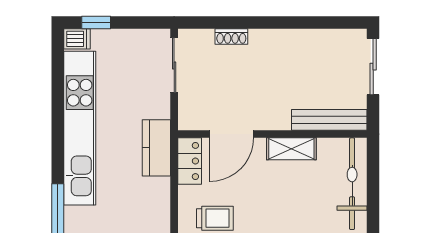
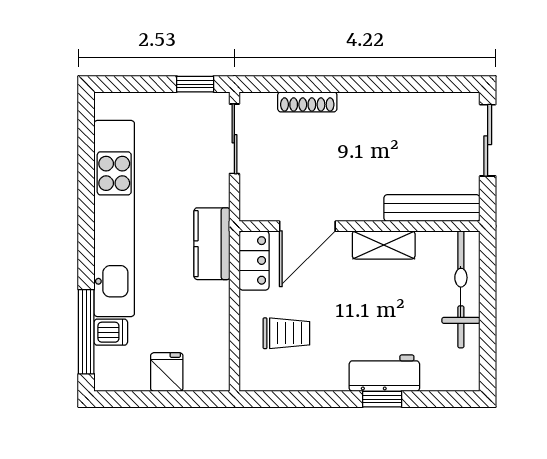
window: (96, 22) -> (195, 84), moved
shoe rack: (231, 36) -> (307, 102), width x1.43
dishwasher: (77, 39) -> (111, 332), moved

